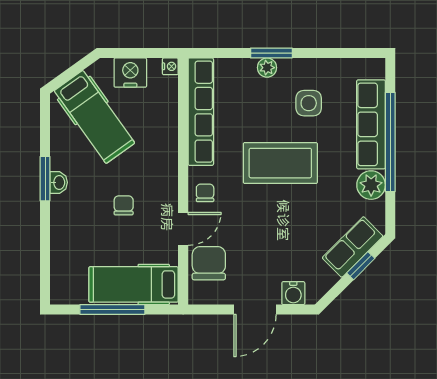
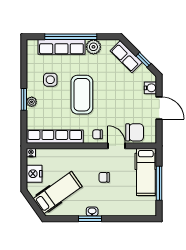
chair: (209, 263) -> (135, 132), turned 180
window: (361, 266) -> (143, 60), moved

